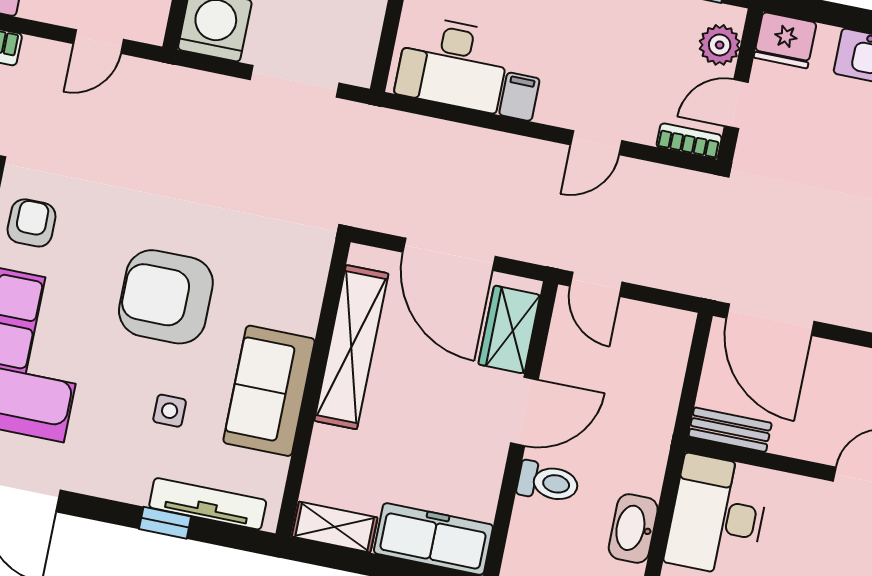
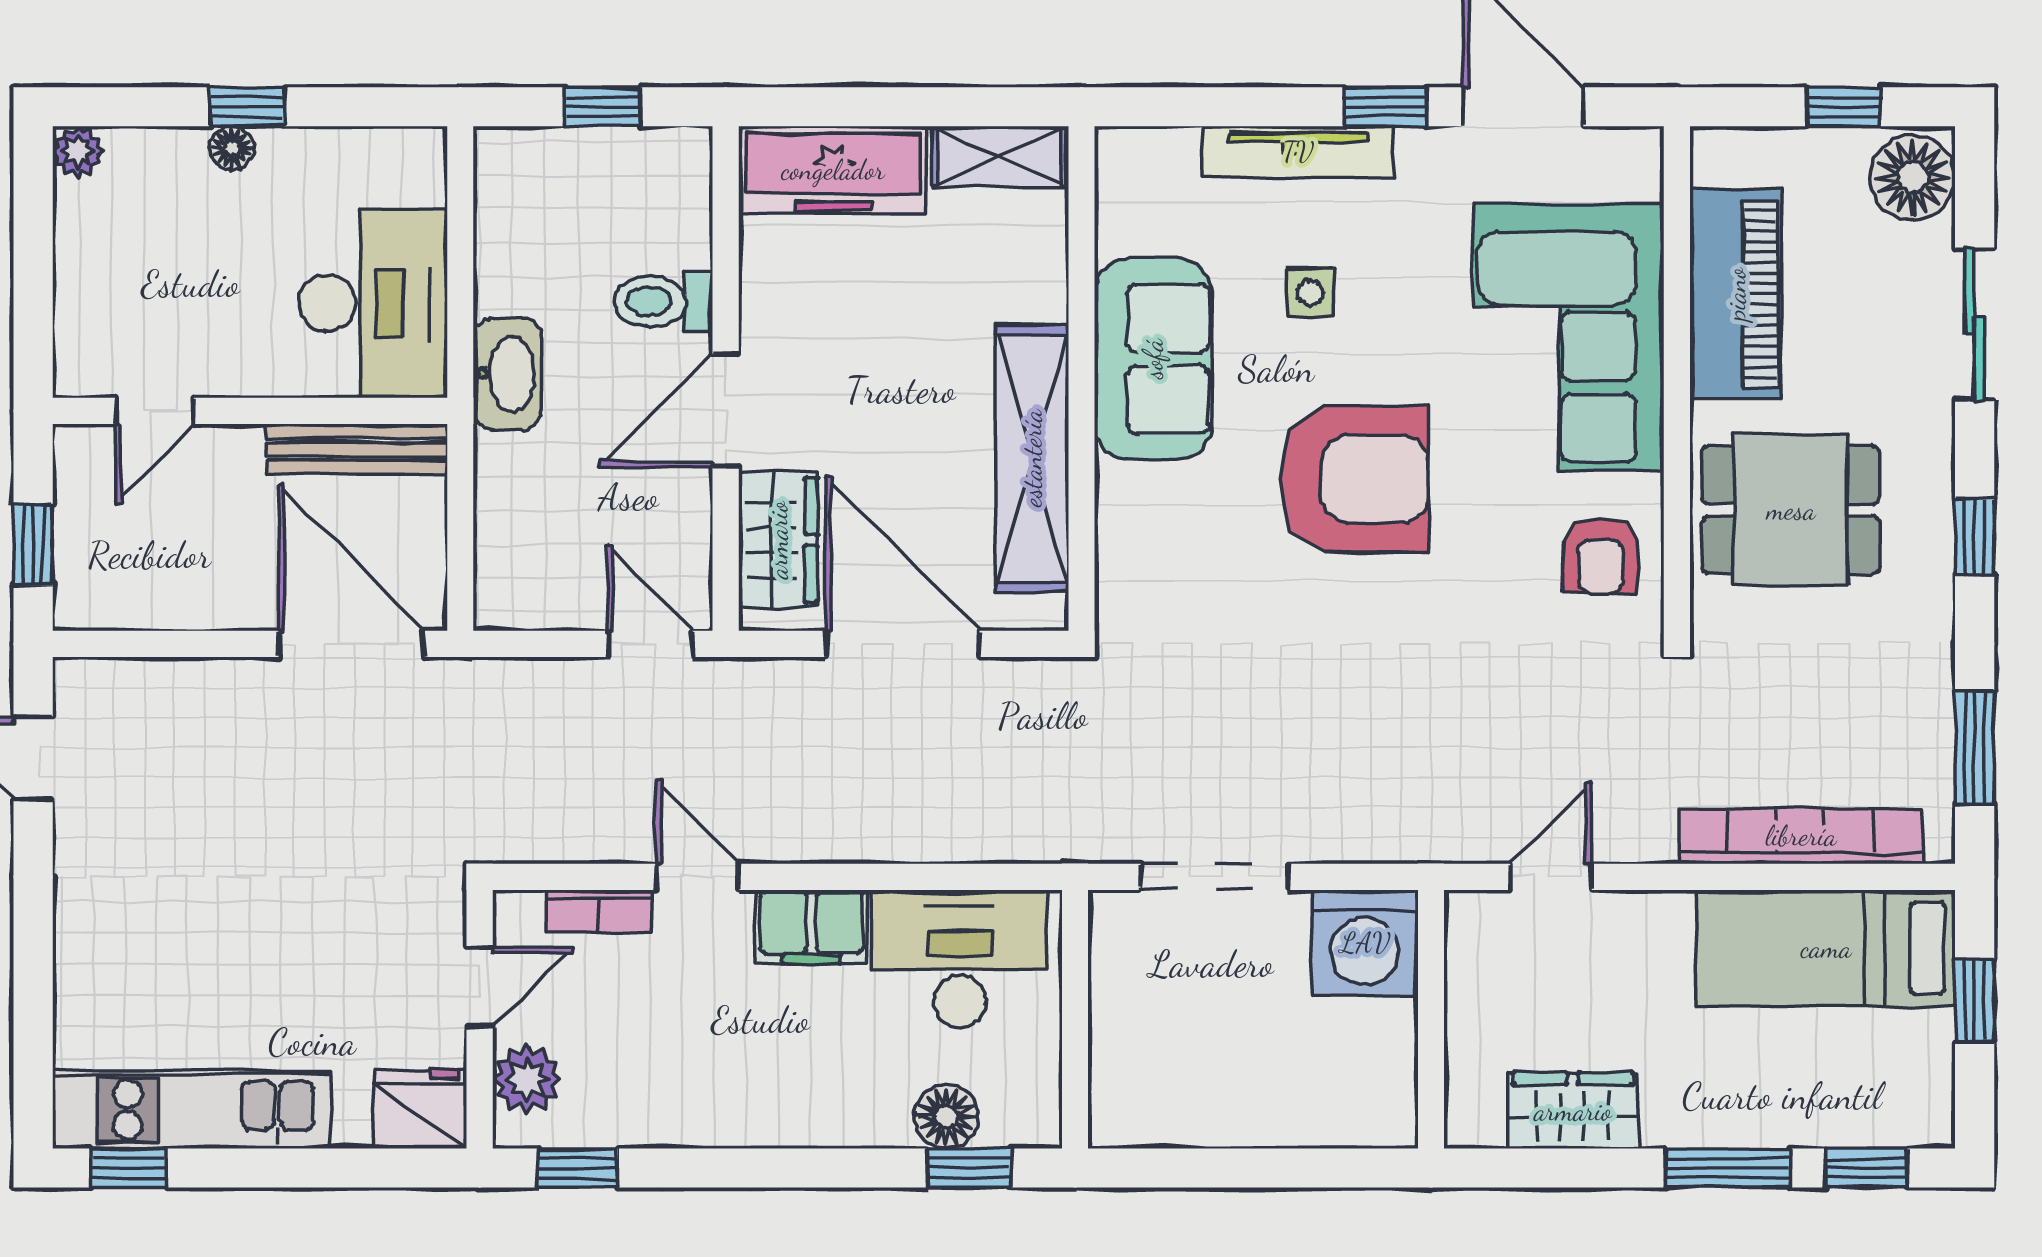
filing cabinet: (519, 97) -> (811, 927), width x2.00
bookcase: (689, 141) -> (599, 911), moved
door: (596, 143) -> (698, 877), hinge flipped
bench: (730, 430) -> (357, 449), width x1.36
tv unit: (208, 504) -> (1298, 152), moved
window: (165, 523) -> (1385, 107), moved
washbasin: (633, 528) -> (507, 374), moved

